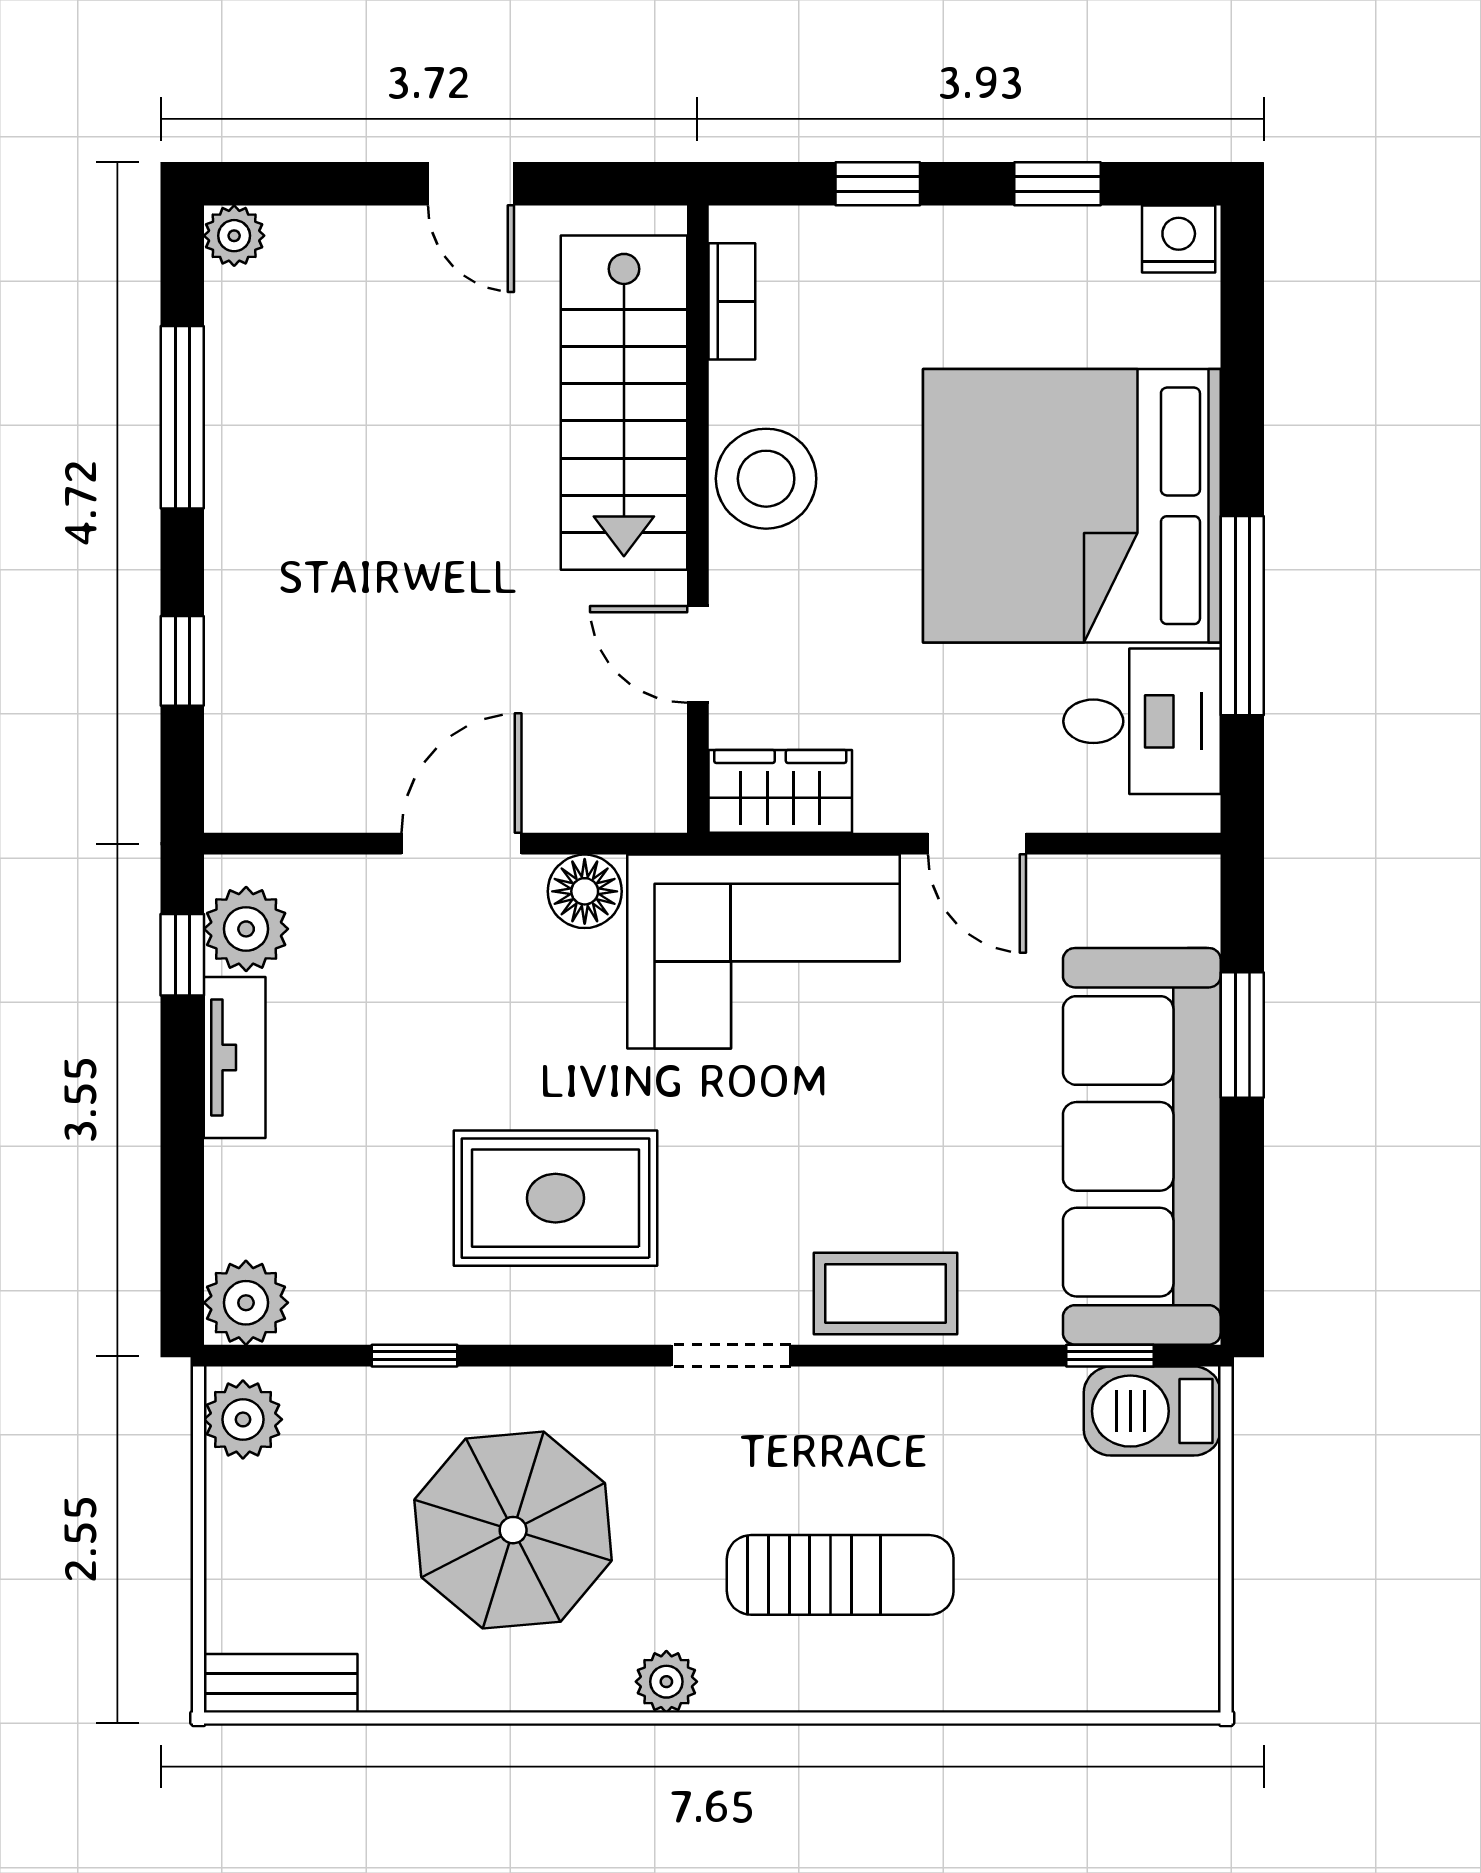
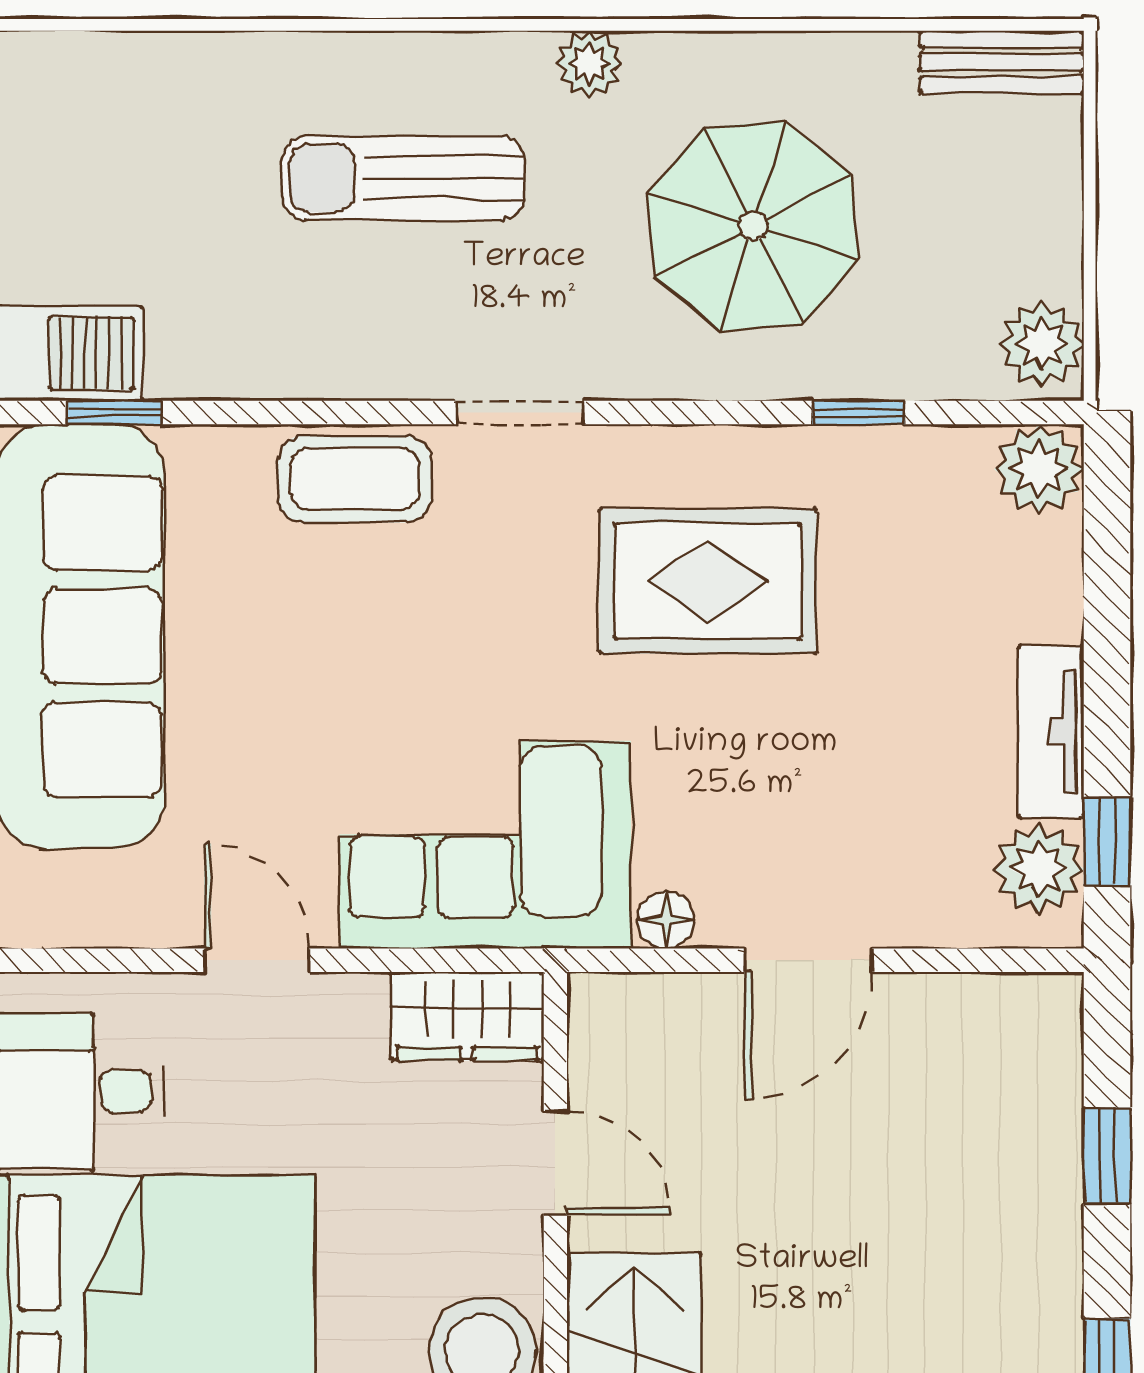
floor lamp: (585, 891) -> (666, 920), width x0.73, depth x0.73

